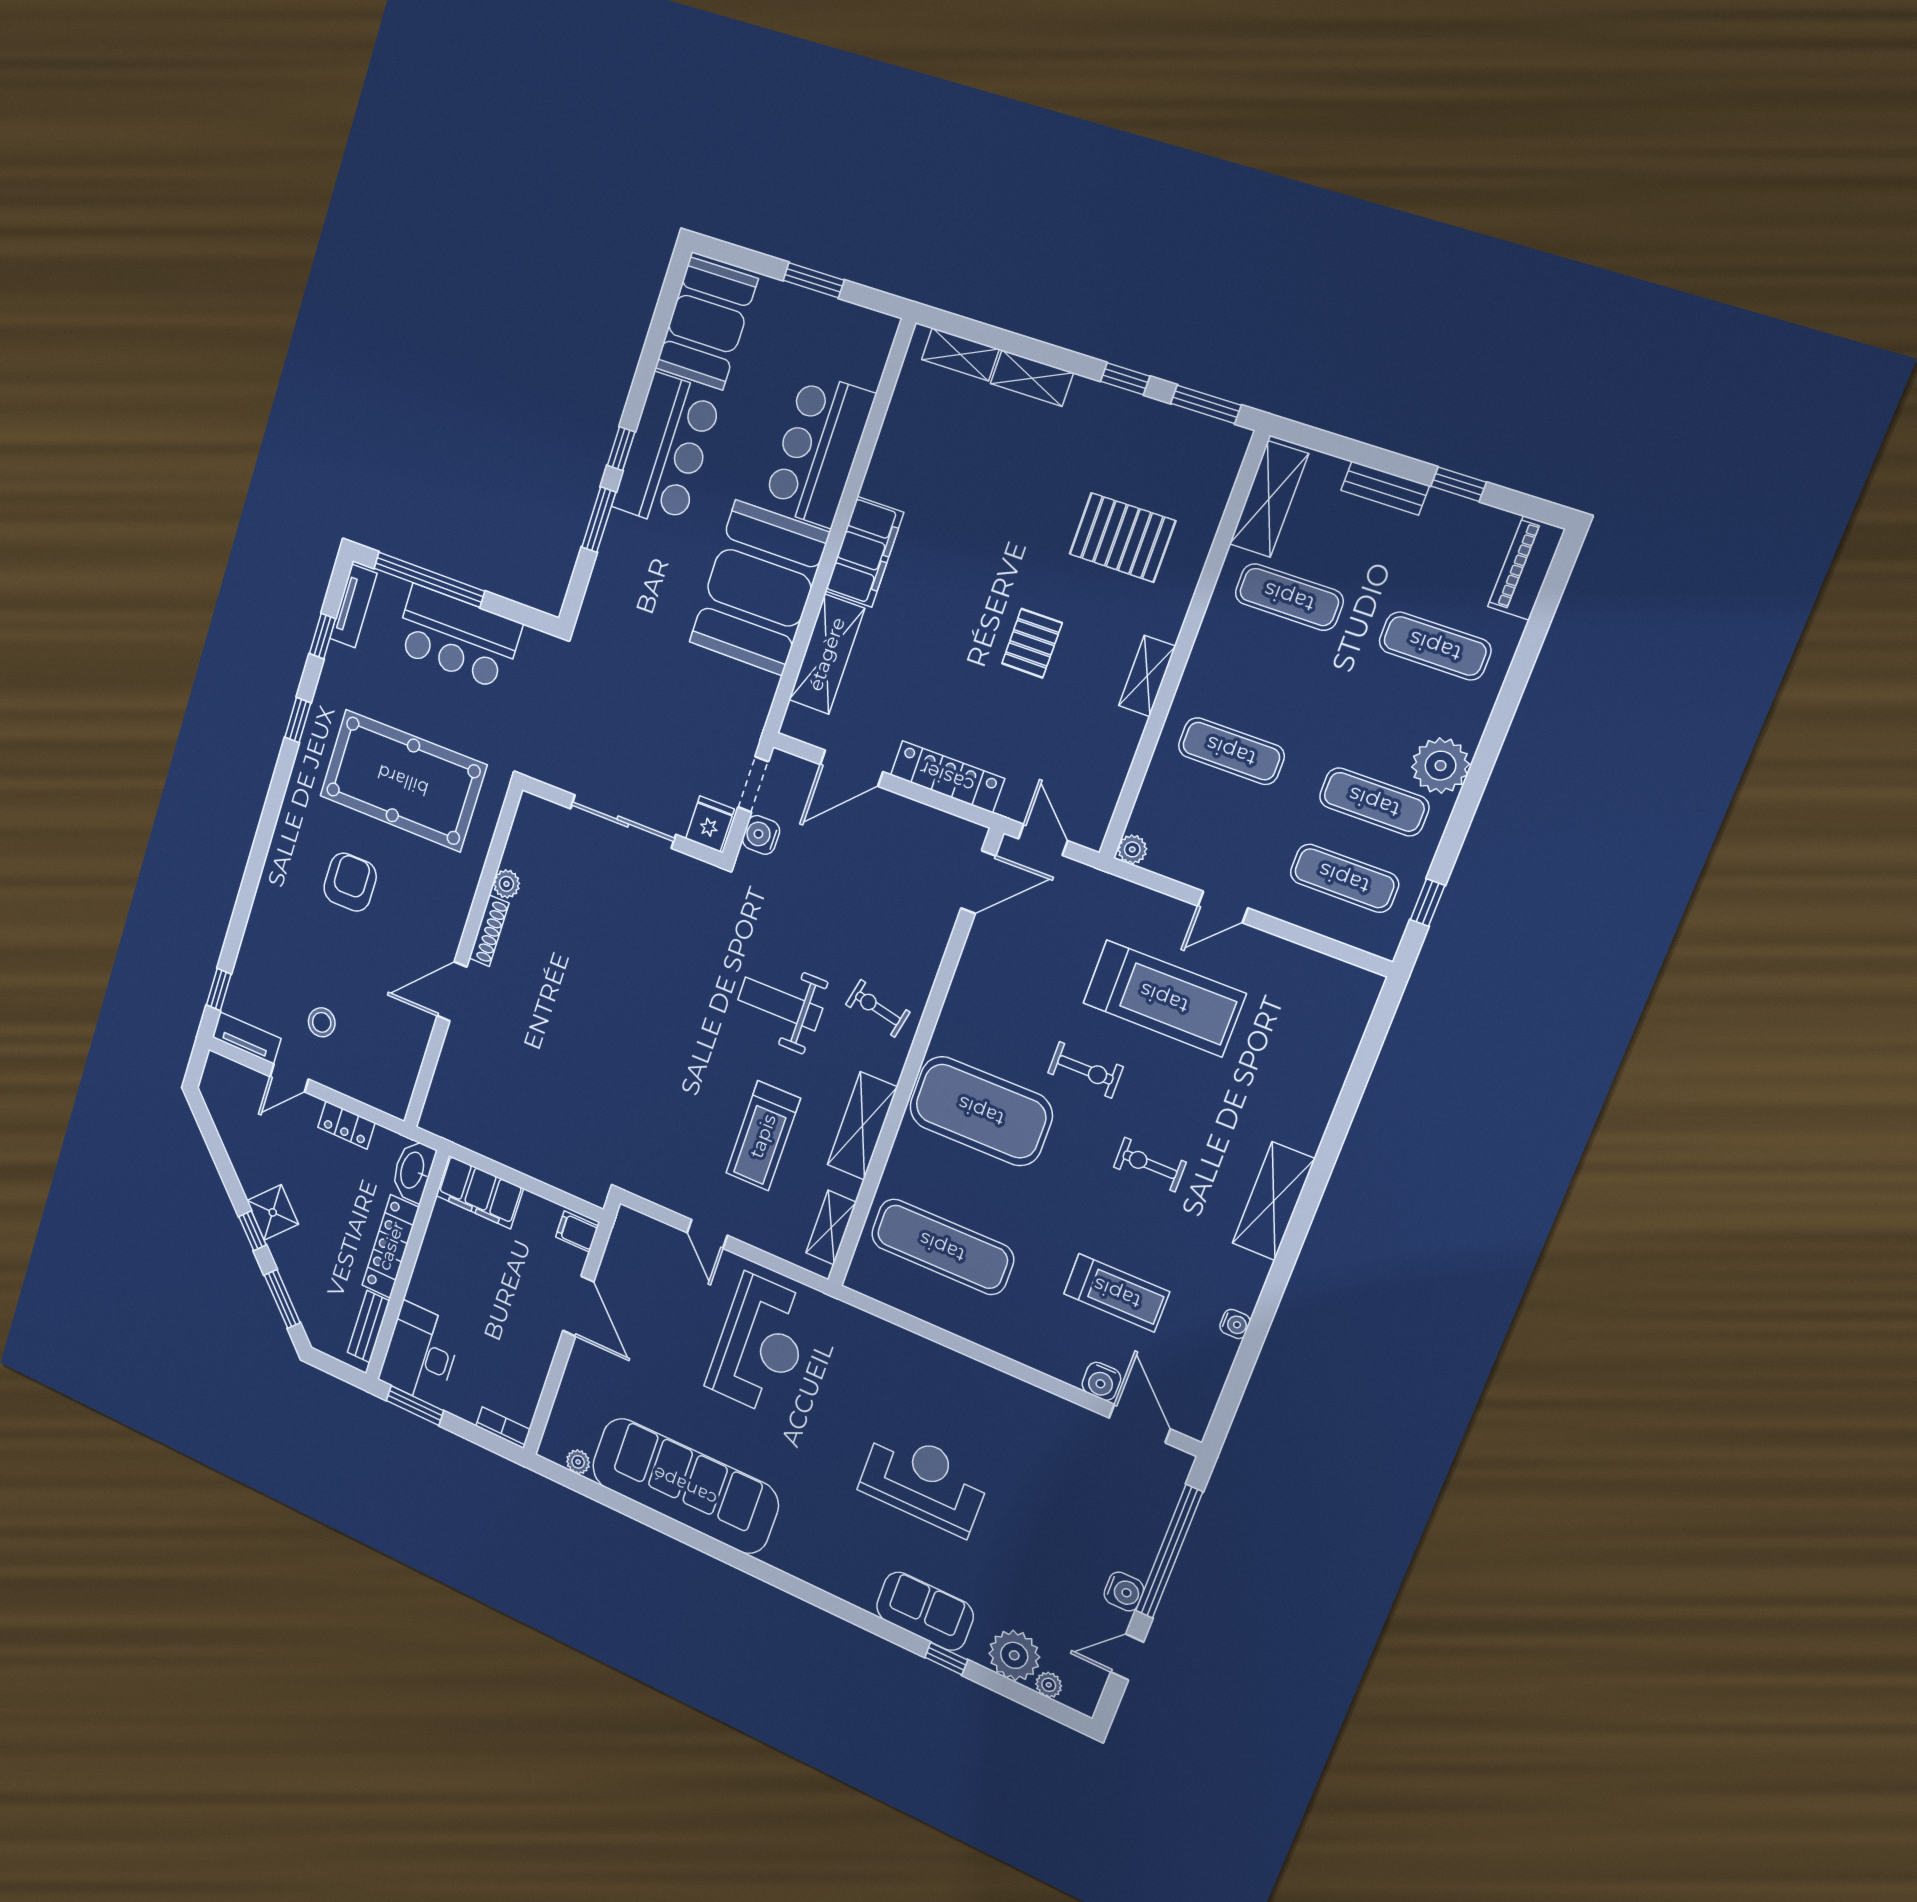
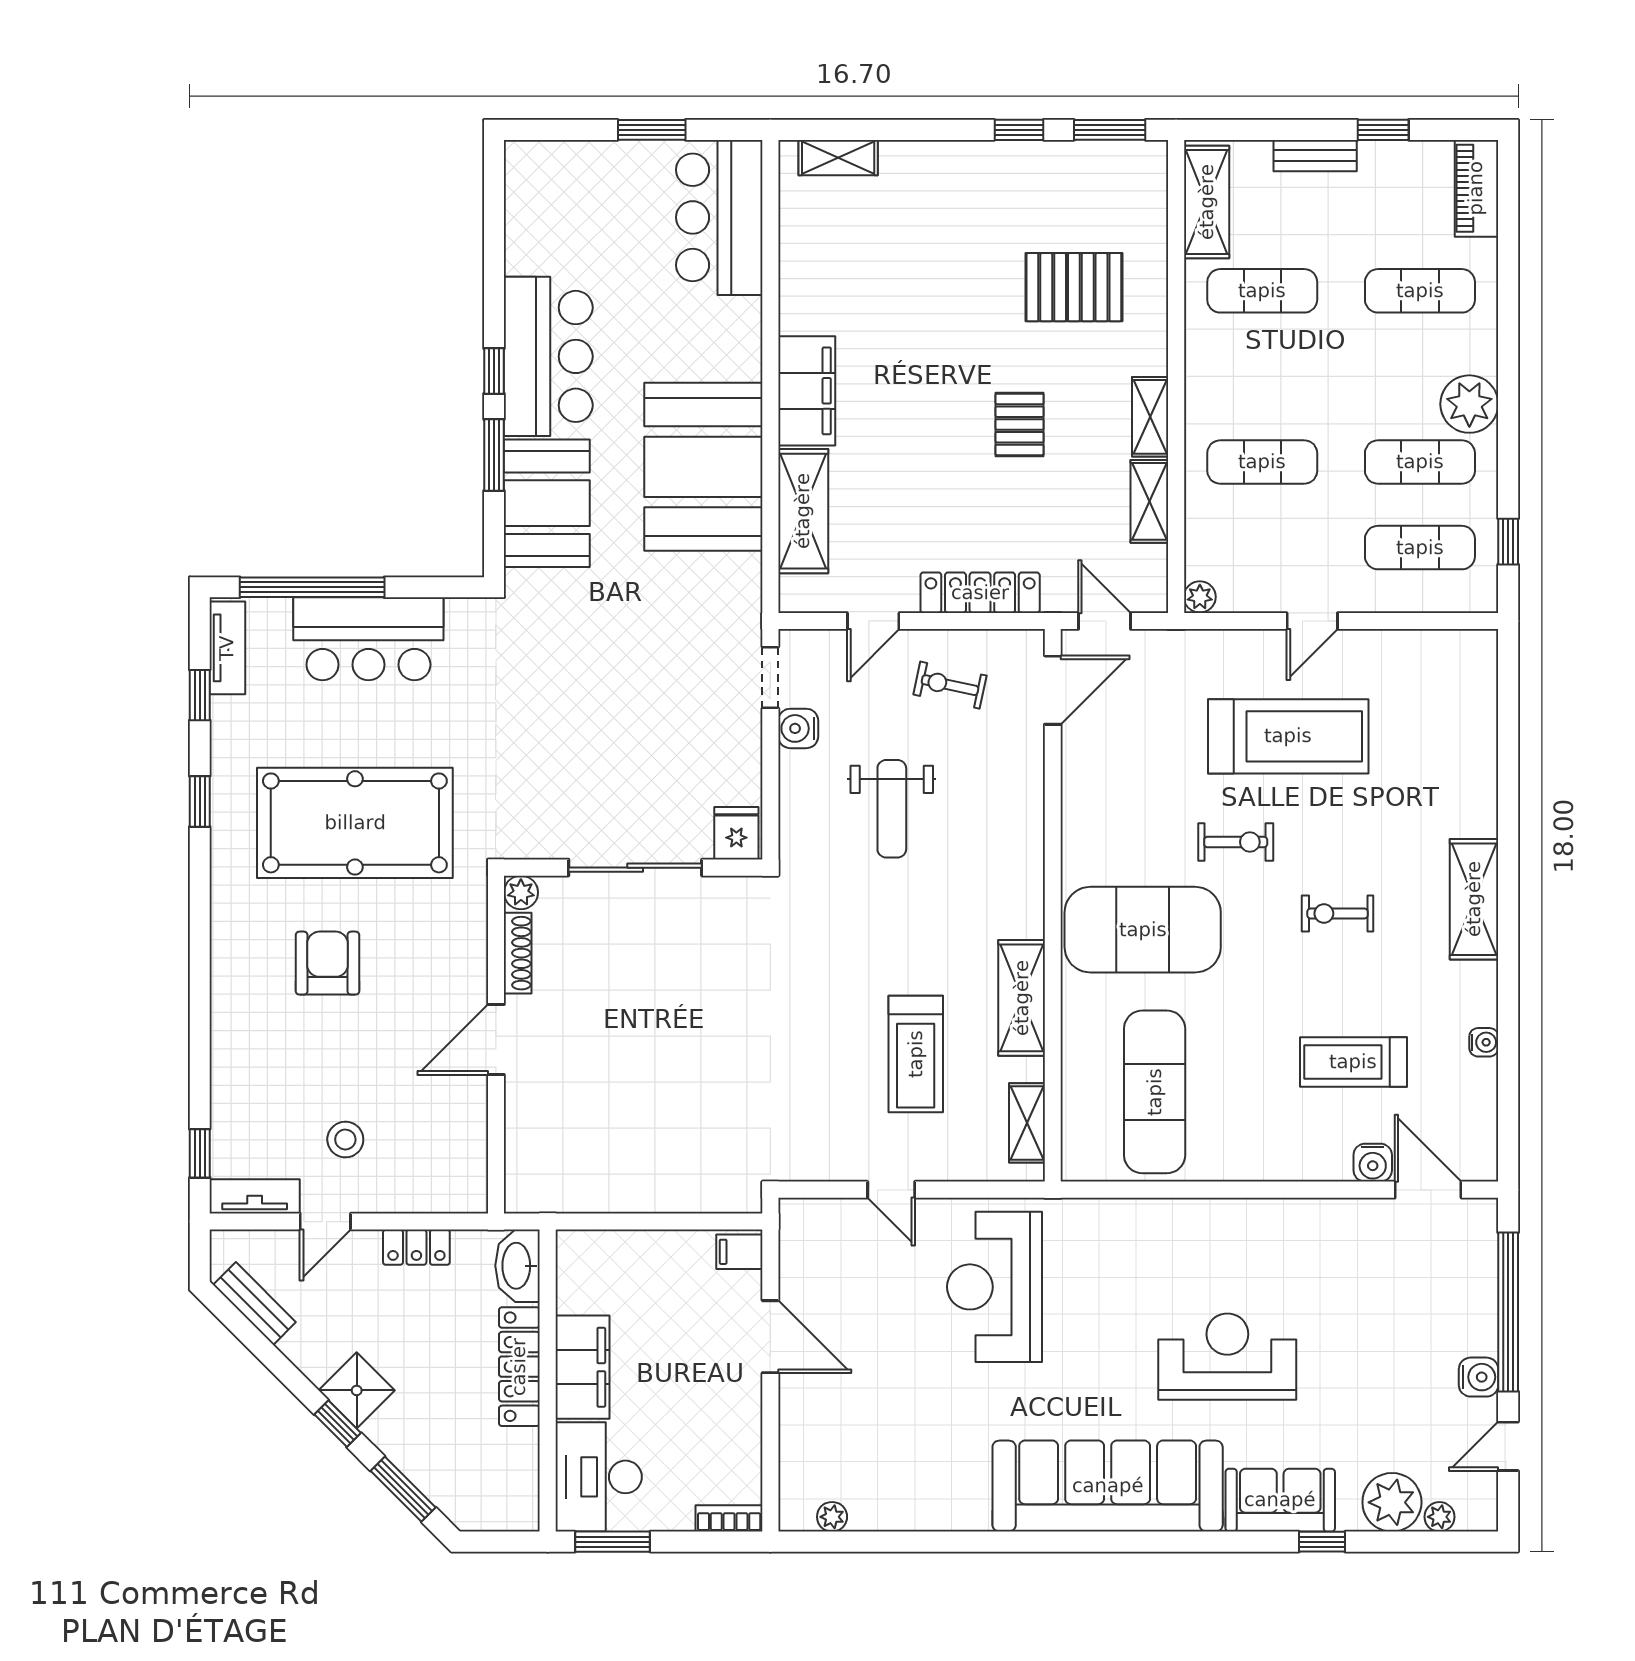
booth: (706, 323) -> (547, 503), moved
shelving: (1032, 378) -> (1149, 501), moved, turned 90
bar counter: (819, 450) -> (719, 217), moved
door: (851, 768) -> (873, 621), width x0.73
wall: (621, 821) -> (633, 868), moved
sliding door: (623, 822) -> (635, 868), moved
fridge: (710, 824) -> (736, 833), moved
weight bench: (780, 1004) -> (892, 809), moved, turned -90
exercise bike: (878, 1008) -> (950, 685), moved
filing cabinet: (480, 1192) -> (582, 1367), moved, turned -90
exercise mat: (942, 1247) -> (1155, 1092), turned 90
treadmill: (1117, 1293) -> (1353, 1062), turned 180
bench: (368, 1327) -> (254, 1304), moved, turned -45
reception desk: (760, 1345) -> (994, 1287), turned 180
sofa: (685, 1486) -> (1108, 1486), moved

